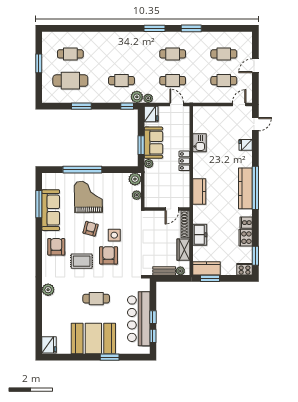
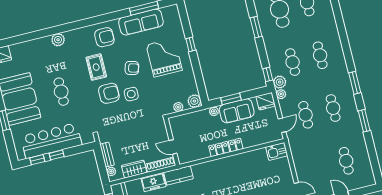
cafe table: (224, 81) -> (320, 55), moved
kitchen sink: (200, 143) -> (277, 151), moved
locker: (184, 161) -> (226, 147), width x1.53
window: (82, 170) -> (191, 44), width x0.32
kitchen counter: (199, 192) -> (178, 175), moved
grand piano: (88, 197) -> (164, 58), turned -89

